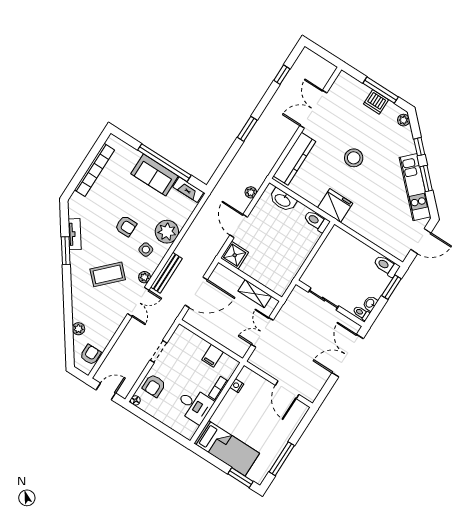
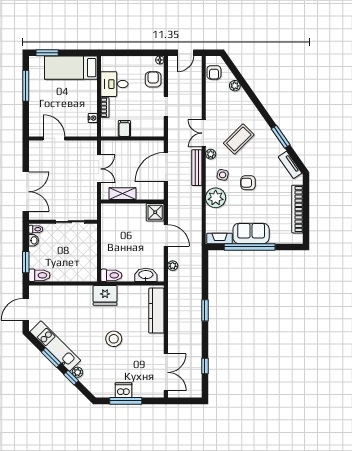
double door: (313, 109) -> (166, 372), moved
plant: (404, 120) -> (78, 372), moved
tv unit: (75, 234) -> (290, 165), moved

